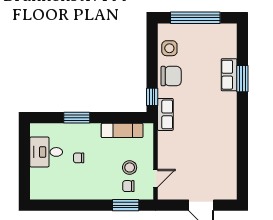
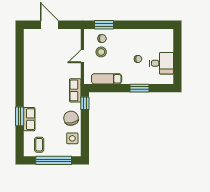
coffee table: (215, 39) -> (39, 145), added
chair: (171, 76) -> (71, 118), turned 77
door: (156, 178) -> (82, 56), moved

